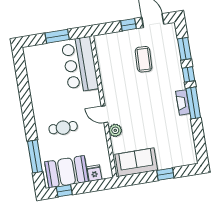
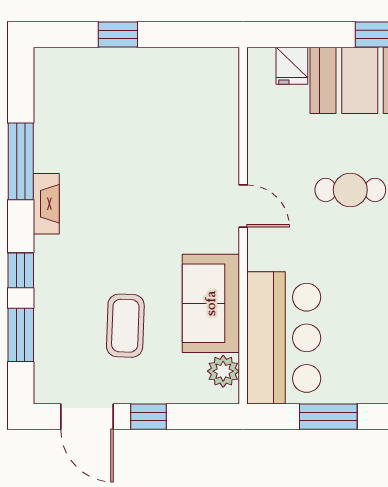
window: (193, 103) -> (21, 161), moved
plant: (115, 130) -> (223, 371), moved
sofa: (136, 162) -> (211, 303), moved, turned 90

